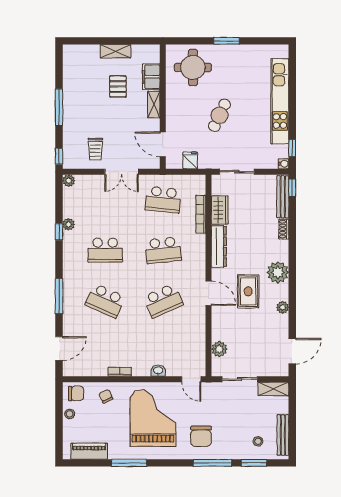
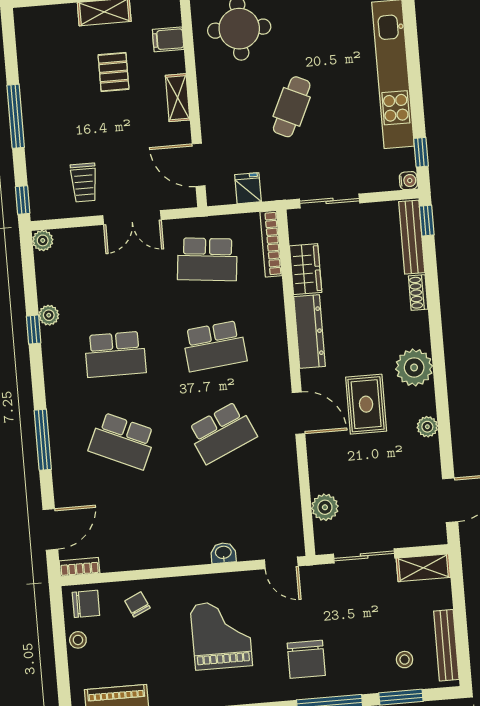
filing cabinet: (151, 77) -> (168, 39), width x0.50
bookcase: (201, 214) -> (271, 244), moved
bookcase: (120, 372) -> (79, 567), moved
grand piano: (153, 418) -> (221, 635), width x0.73, depth x0.68

